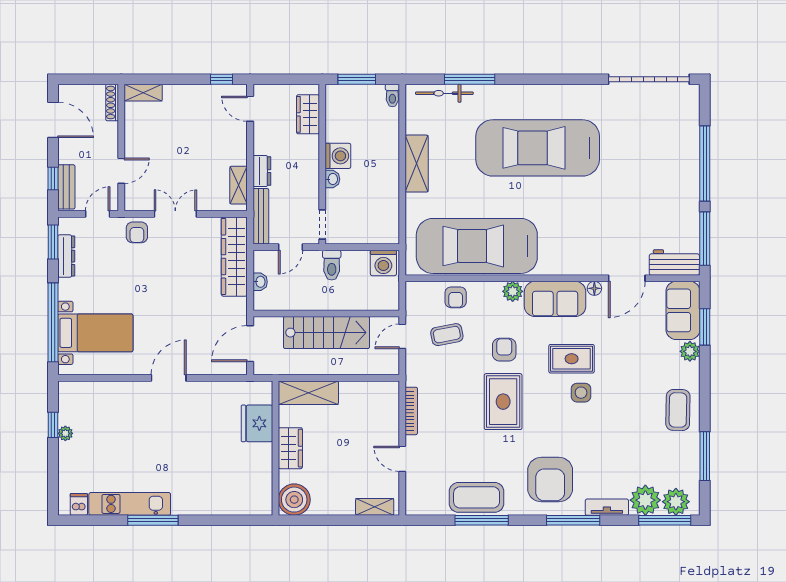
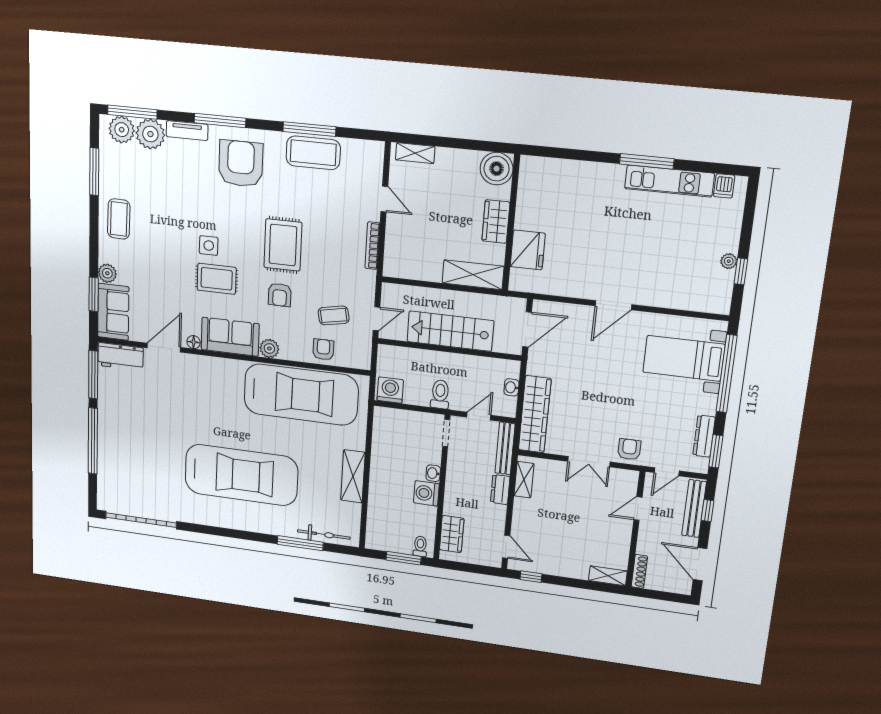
toilet: (392, 96) -> (420, 546), moved
bench: (66, 187) -> (694, 509), width x1.36

